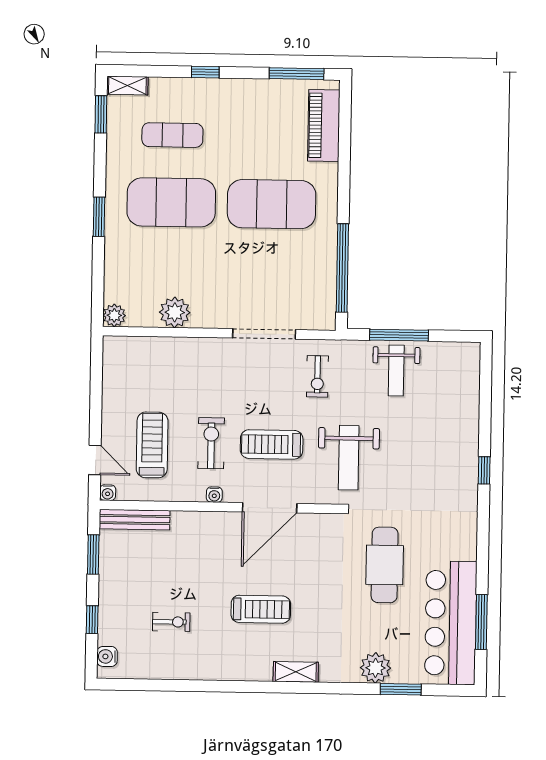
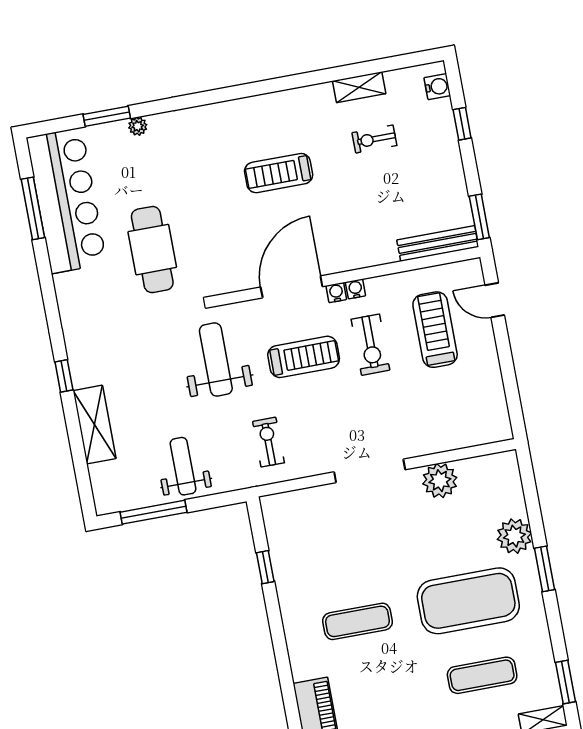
exercise mat: (272, 204) -> (357, 621), width x0.50, depth x0.69
window: (342, 268) -> (265, 567), width x0.32
plant: (114, 315) -> (514, 536), moved, width x1.36, depth x1.36
doorway: (264, 334) -> (370, 471), moved
window: (399, 335) -> (153, 512), moved
shelving: (466, 423) -> (94, 425), added
treadmill: (152, 445) -> (435, 330), turned 180
water cooler: (108, 493) -> (336, 293), moved
window: (93, 554) -> (479, 217), moved
plant: (375, 668) -> (138, 126), width x0.53, depth x0.53
shelving: (296, 672) -> (359, 87), moved

